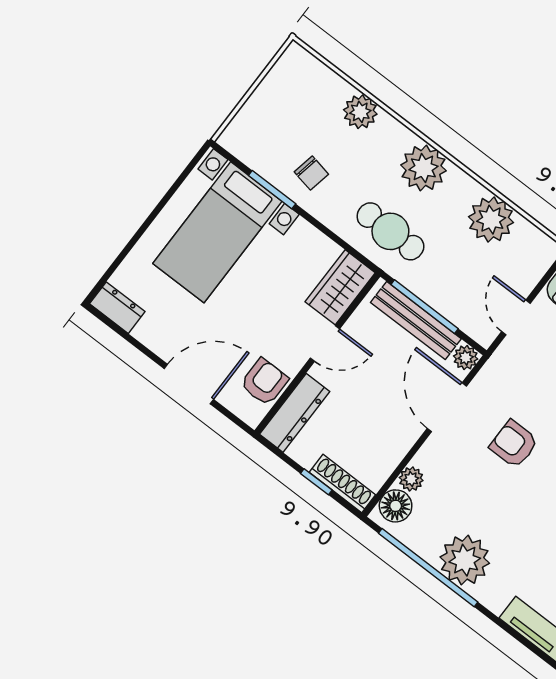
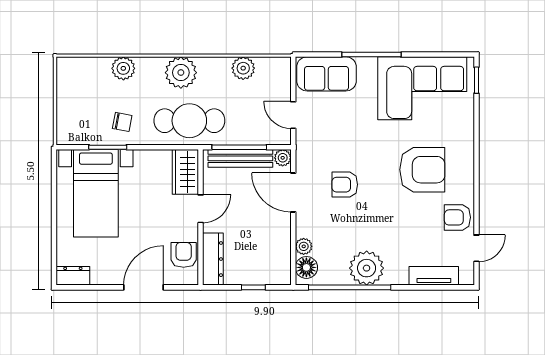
plant: (491, 220) -> (243, 68), width x0.73, depth x0.73
cafe table: (390, 231) -> (189, 121), width x1.37, depth x1.35
shoe rack: (342, 484) -> (268, 277), removed

